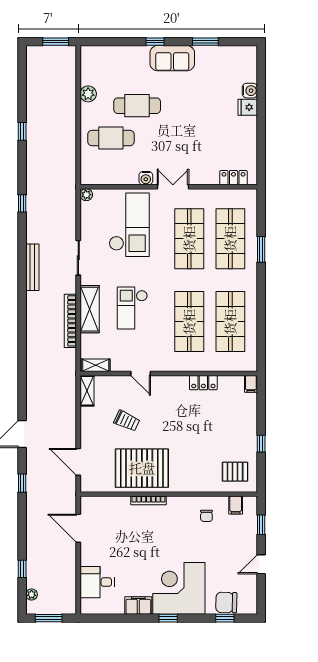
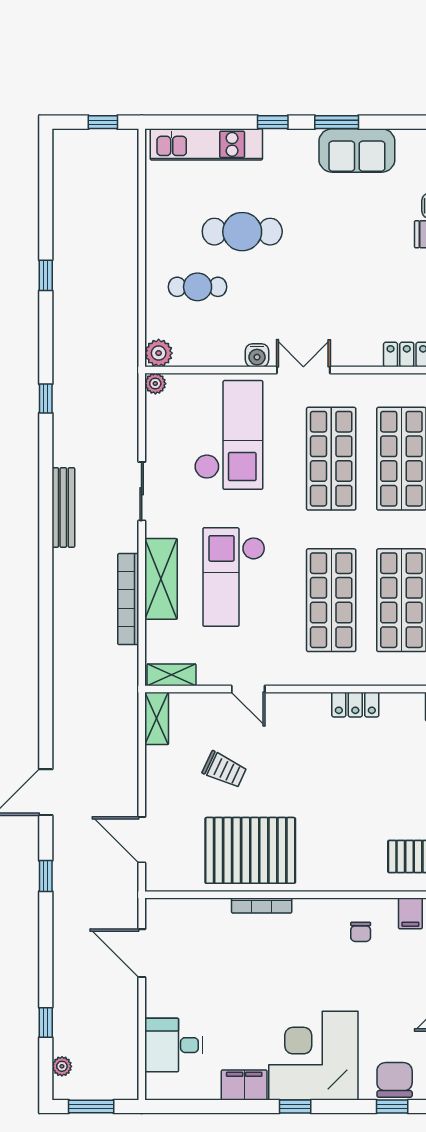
window: (56, 42) -> (103, 122), width x0.67
window: (205, 42) -> (337, 122), moved
kitchen unit: (116, 55) -> (206, 144), added
sofa: (172, 58) -> (357, 150), moved
plant: (88, 94) -> (159, 353), moved
cafe table: (111, 138) -> (198, 287), width x0.73, depth x0.74
checkout: (132, 308) -> (234, 577), width x1.36, depth x1.21
chair: (226, 603) -> (395, 1080), turned 89

